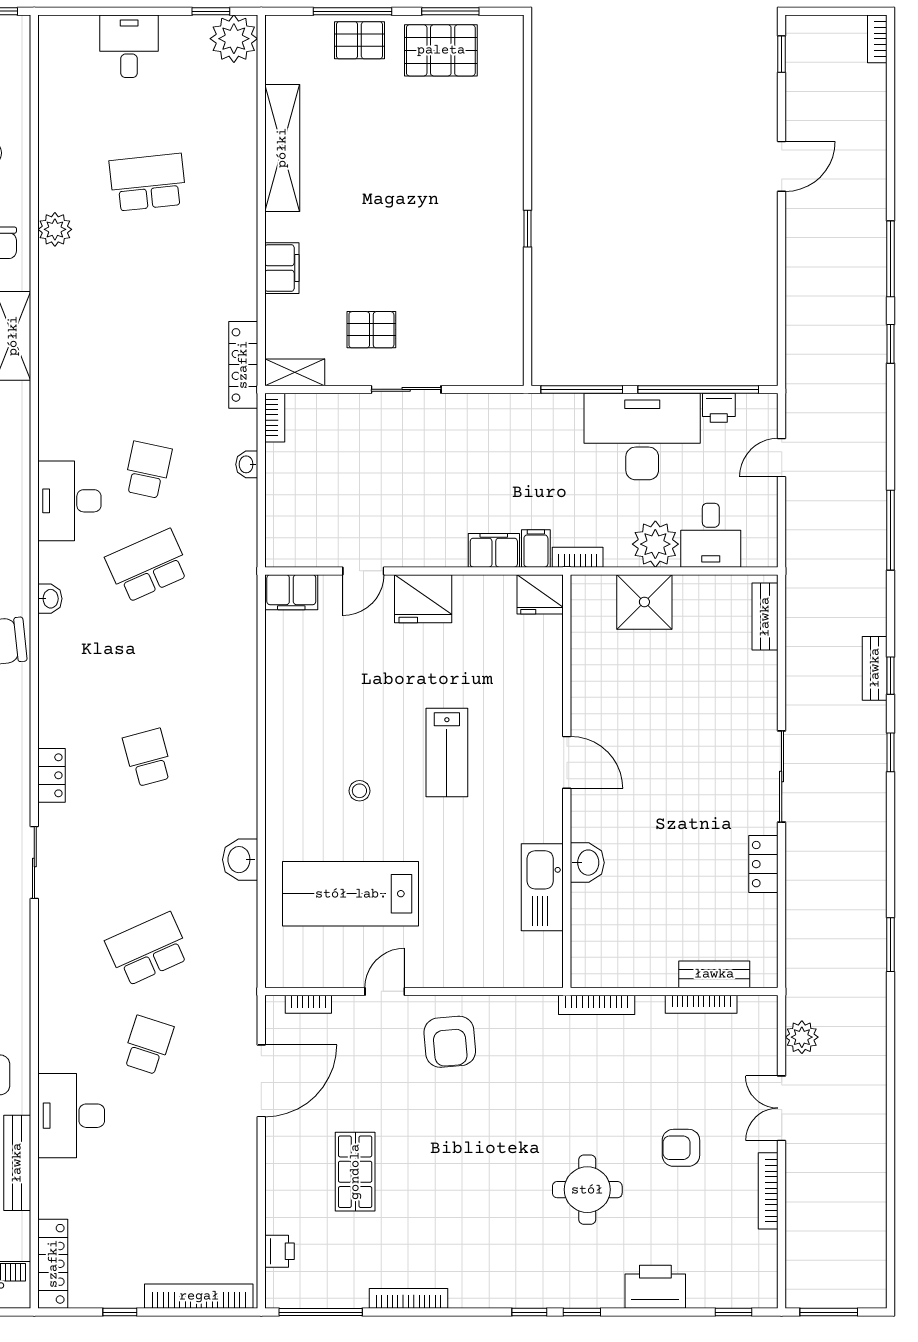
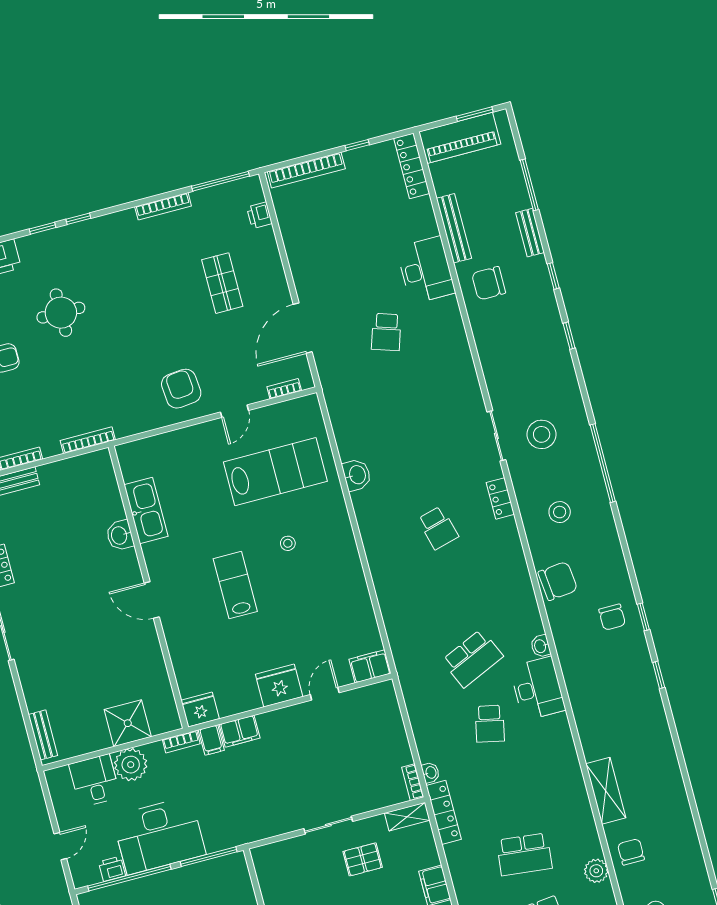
washbasin: (247, 464) -> (431, 773), moved
washbasin: (50, 599) -> (541, 646), moved
school desk: (148, 949) -> (524, 854), moved, turned 30

